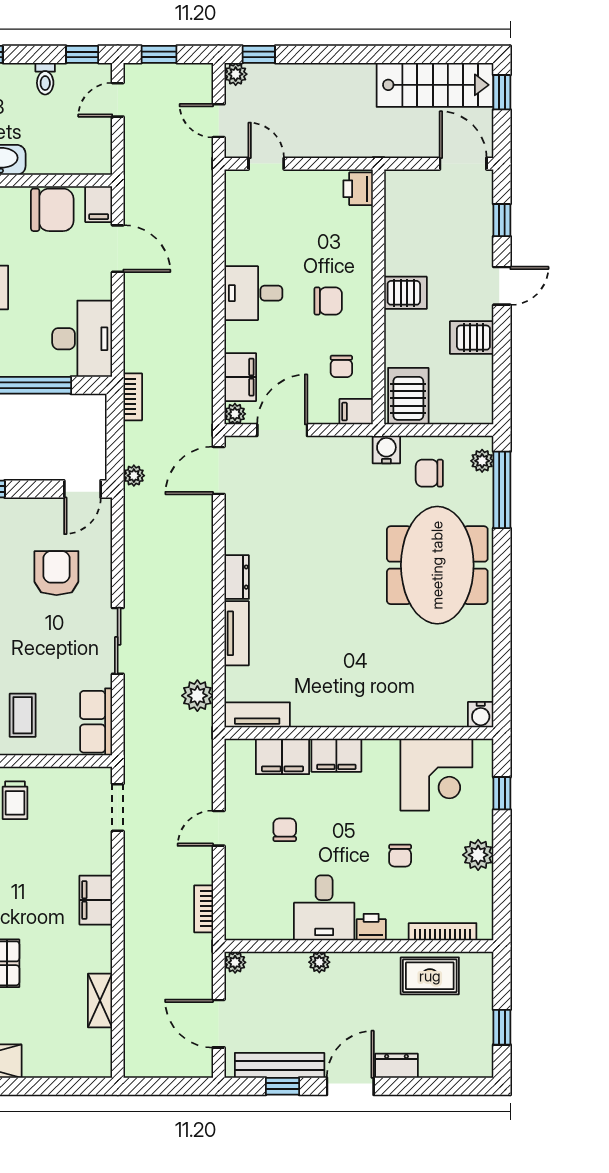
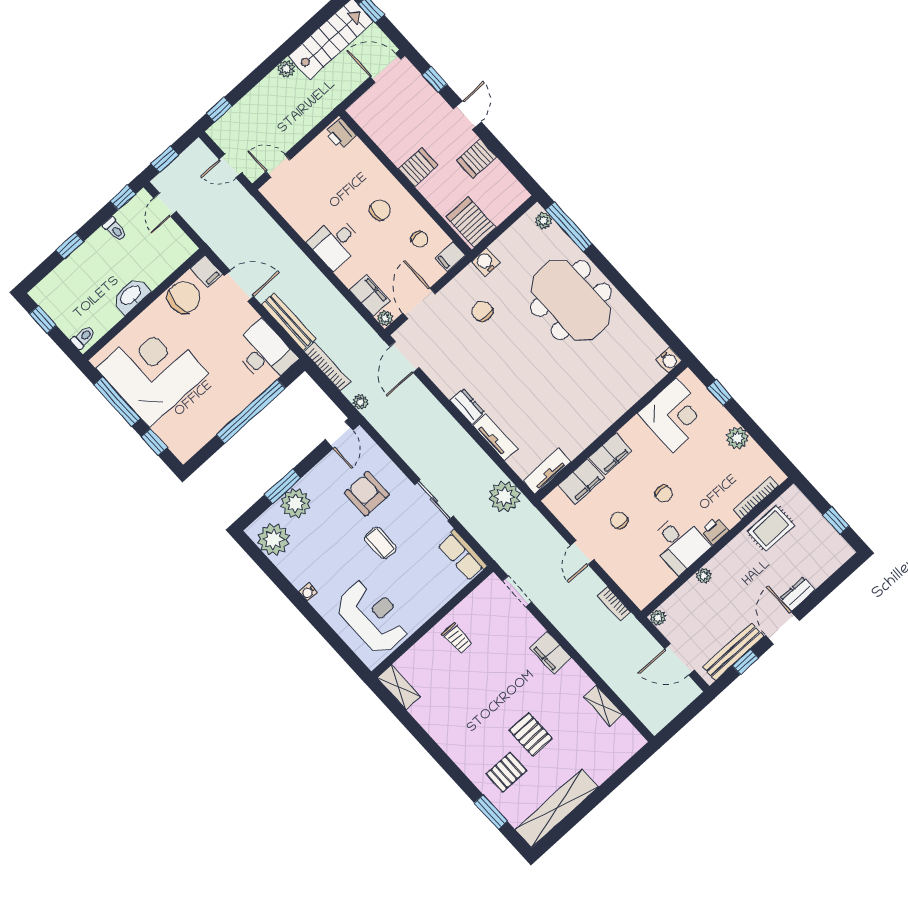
plant: (236, 74) -> (286, 69), moved
bench: (135, 329) -> (288, 321), added
bookcase: (133, 397) -> (327, 367), width x1.56
chair: (429, 473) -> (482, 311), moved, turned 90
plant: (197, 696) -> (504, 497), width x1.36, depth x1.36
coffee table: (23, 715) -> (380, 543), moved
chair: (400, 856) -> (664, 494), moved

